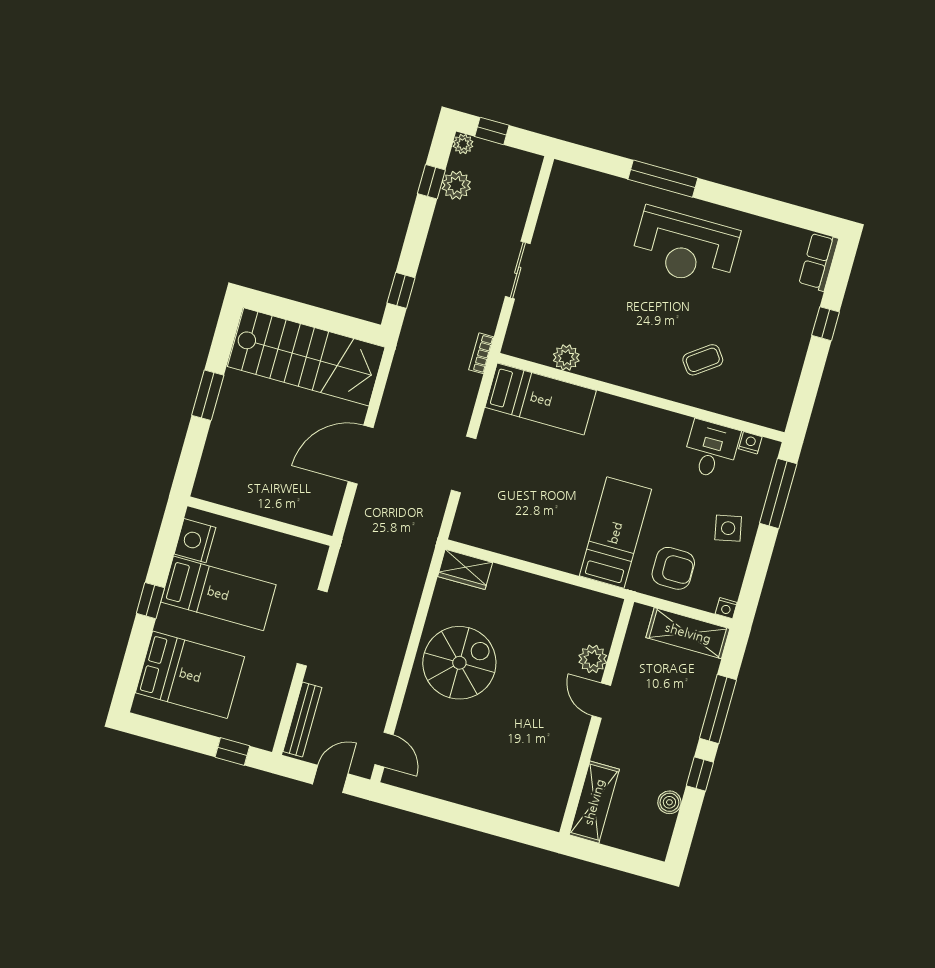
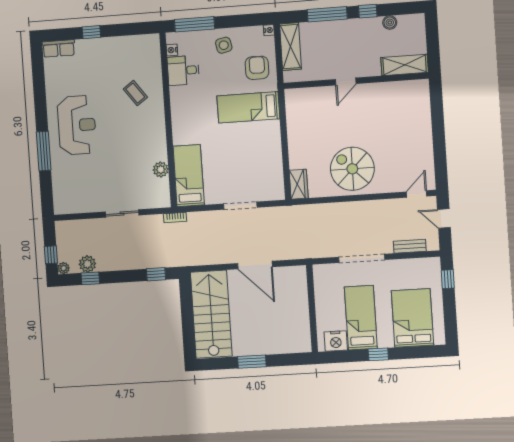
plant: (593, 659) -> (324, 95), removed
bench: (302, 719) -> (410, 246), width x0.73

